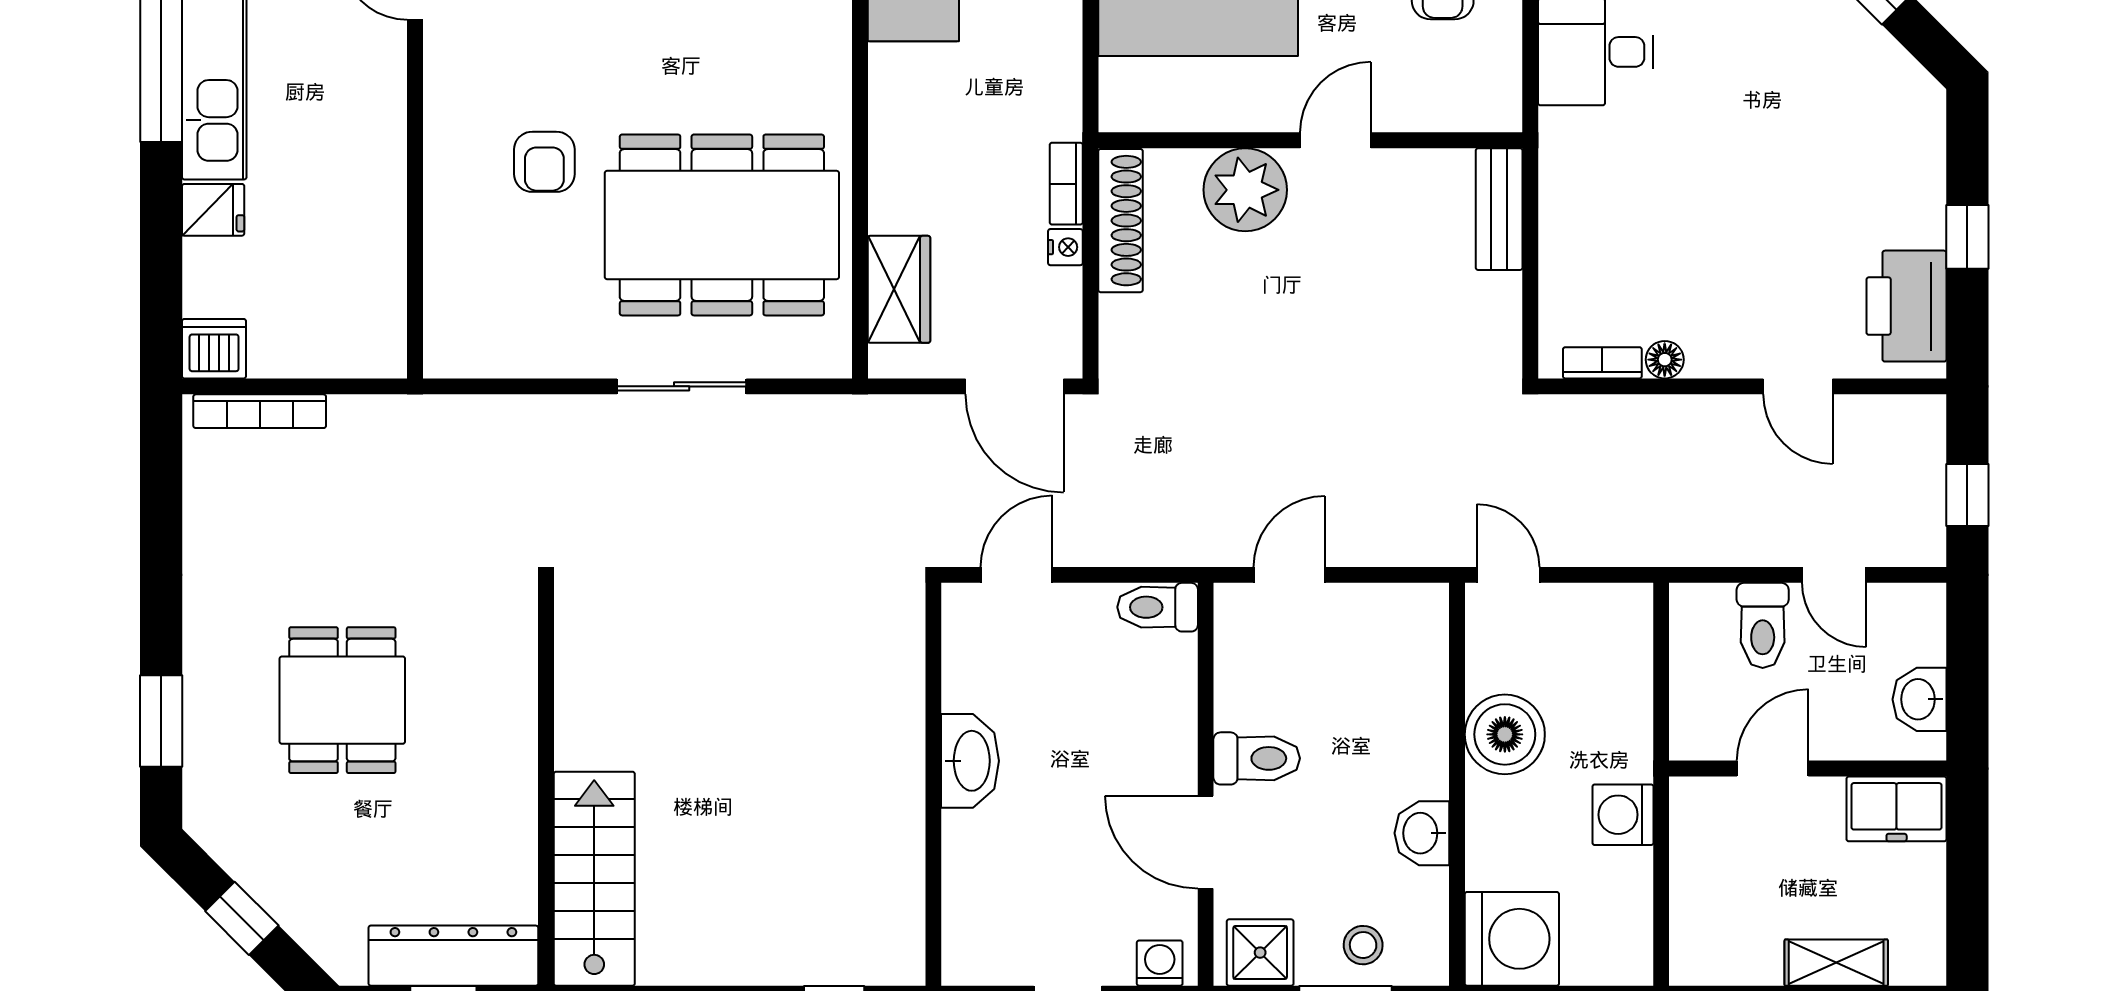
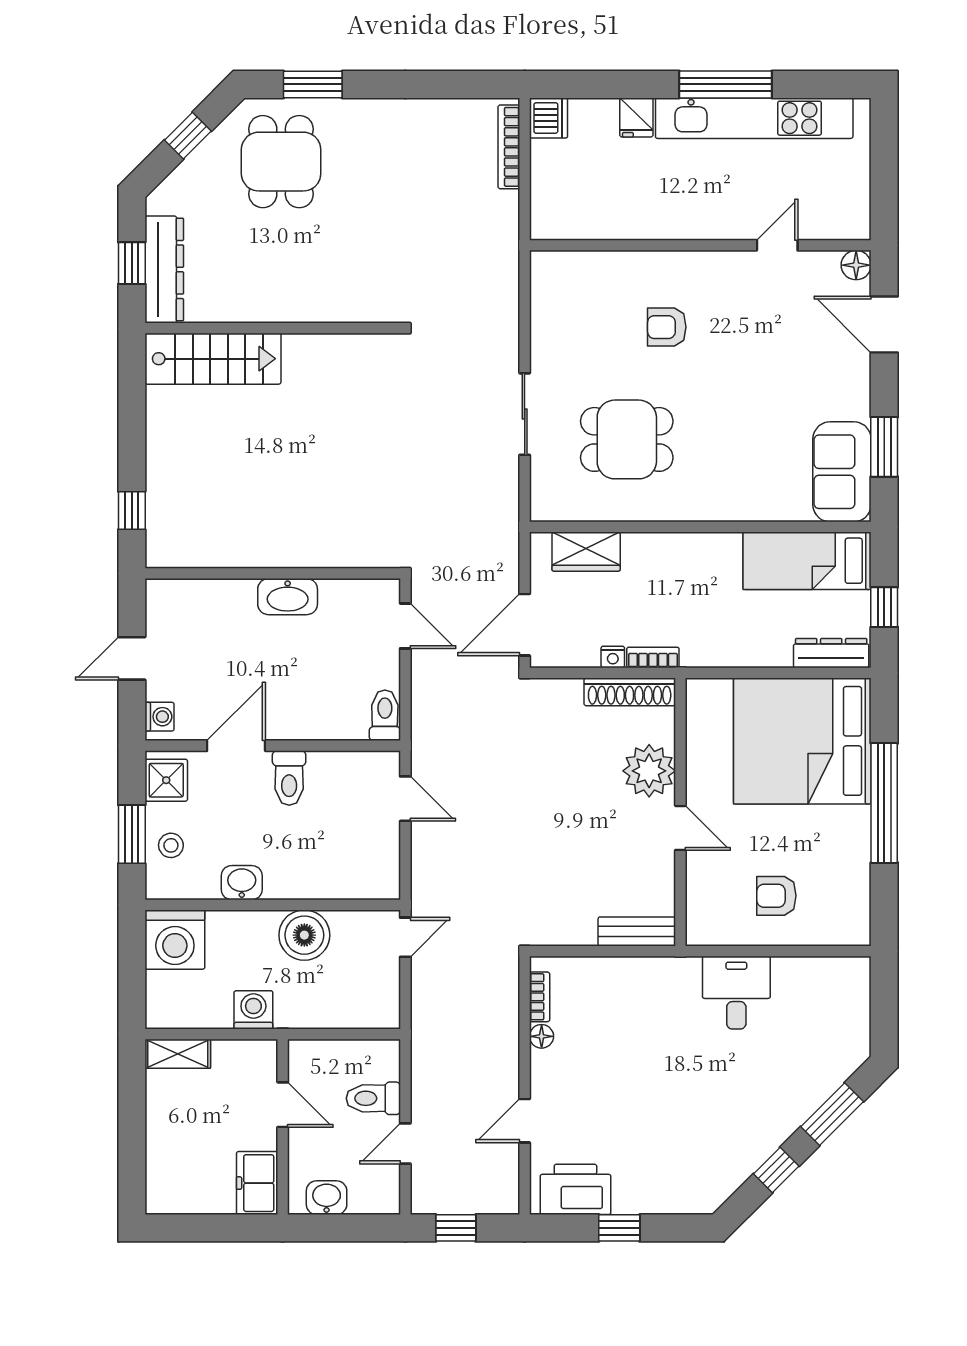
dining table: (722, 225) -> (627, 439), width x0.53, depth x0.80
dining table: (342, 700) -> (281, 162), moved, turned 90
shelving: (1836, 963) -> (178, 1054), moved, turned 90

